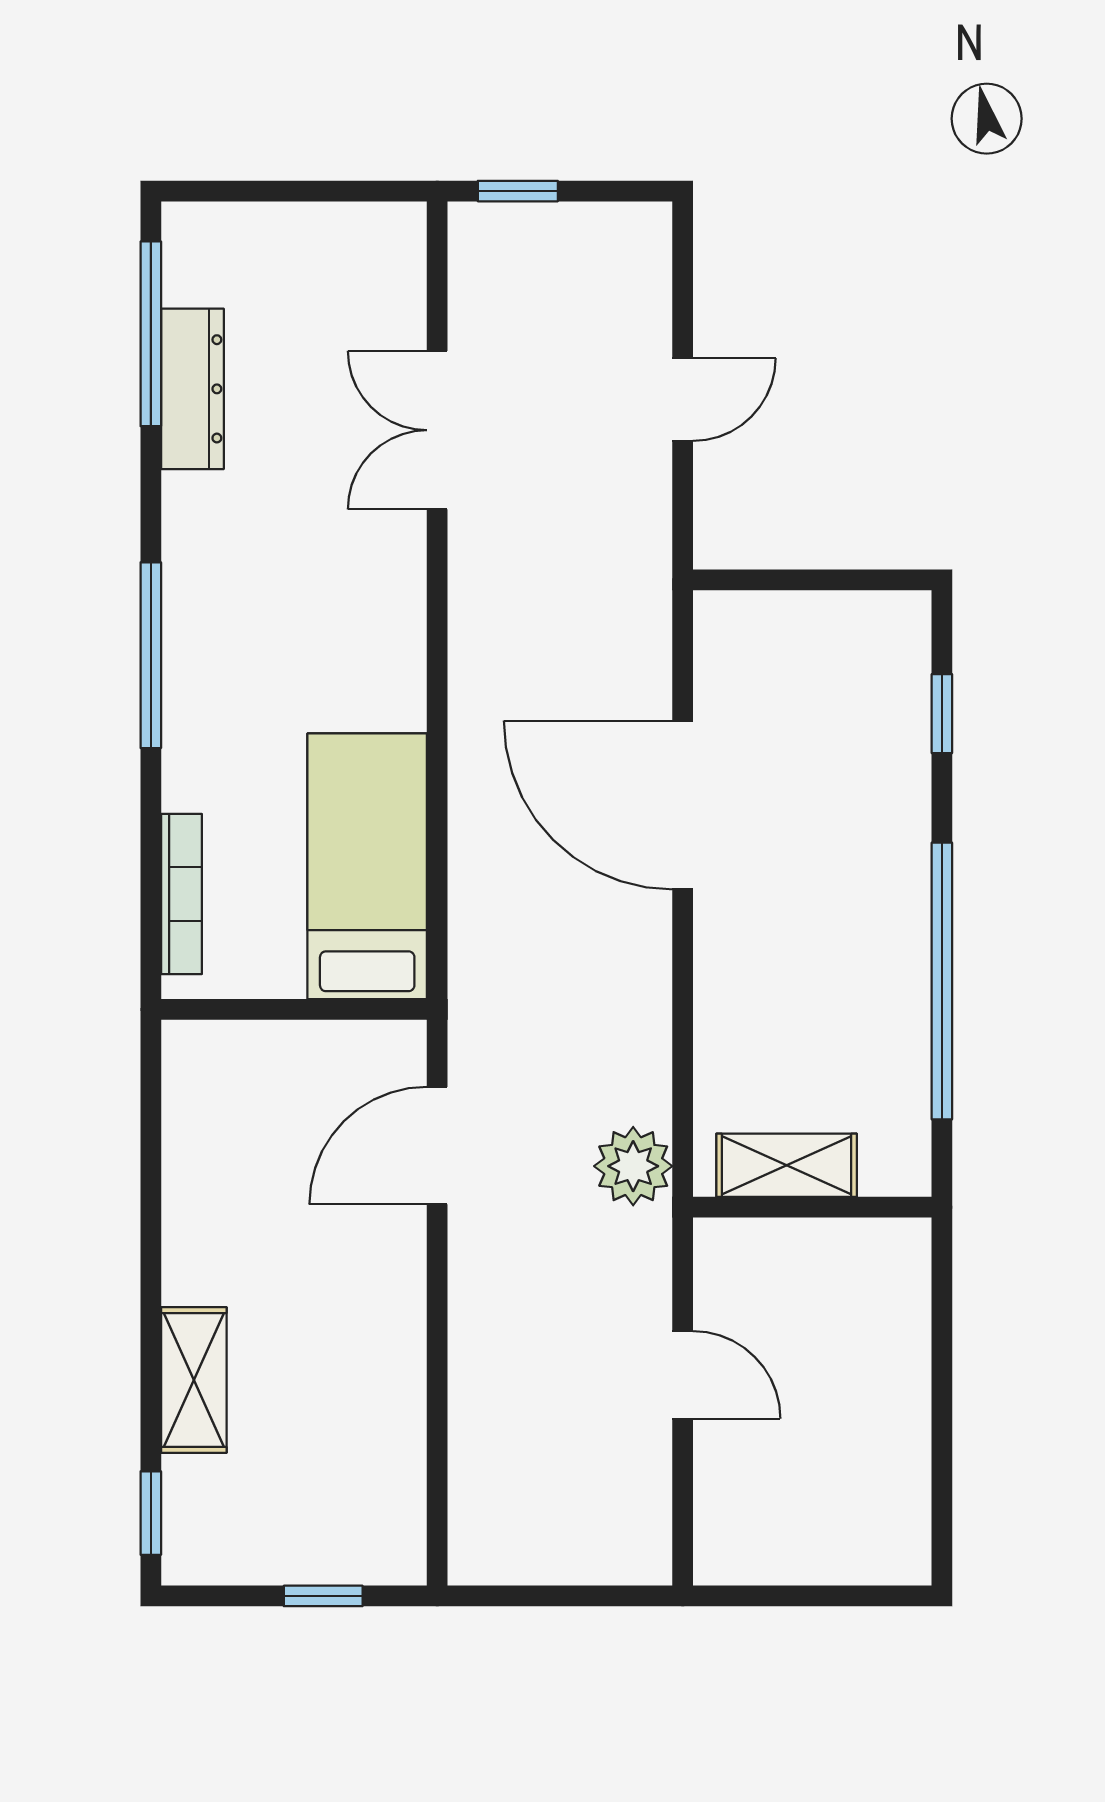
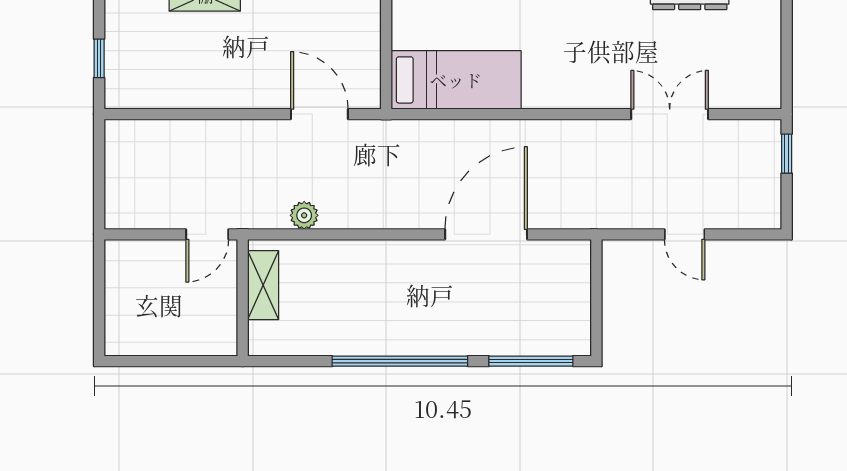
window: (942, 714) -> (531, 361), width x2.17
shelving: (787, 1165) -> (263, 285), moved
plant: (633, 1166) -> (304, 215), width x0.73, depth x0.73
wall: (812, 1207) -> (243, 298), moved

